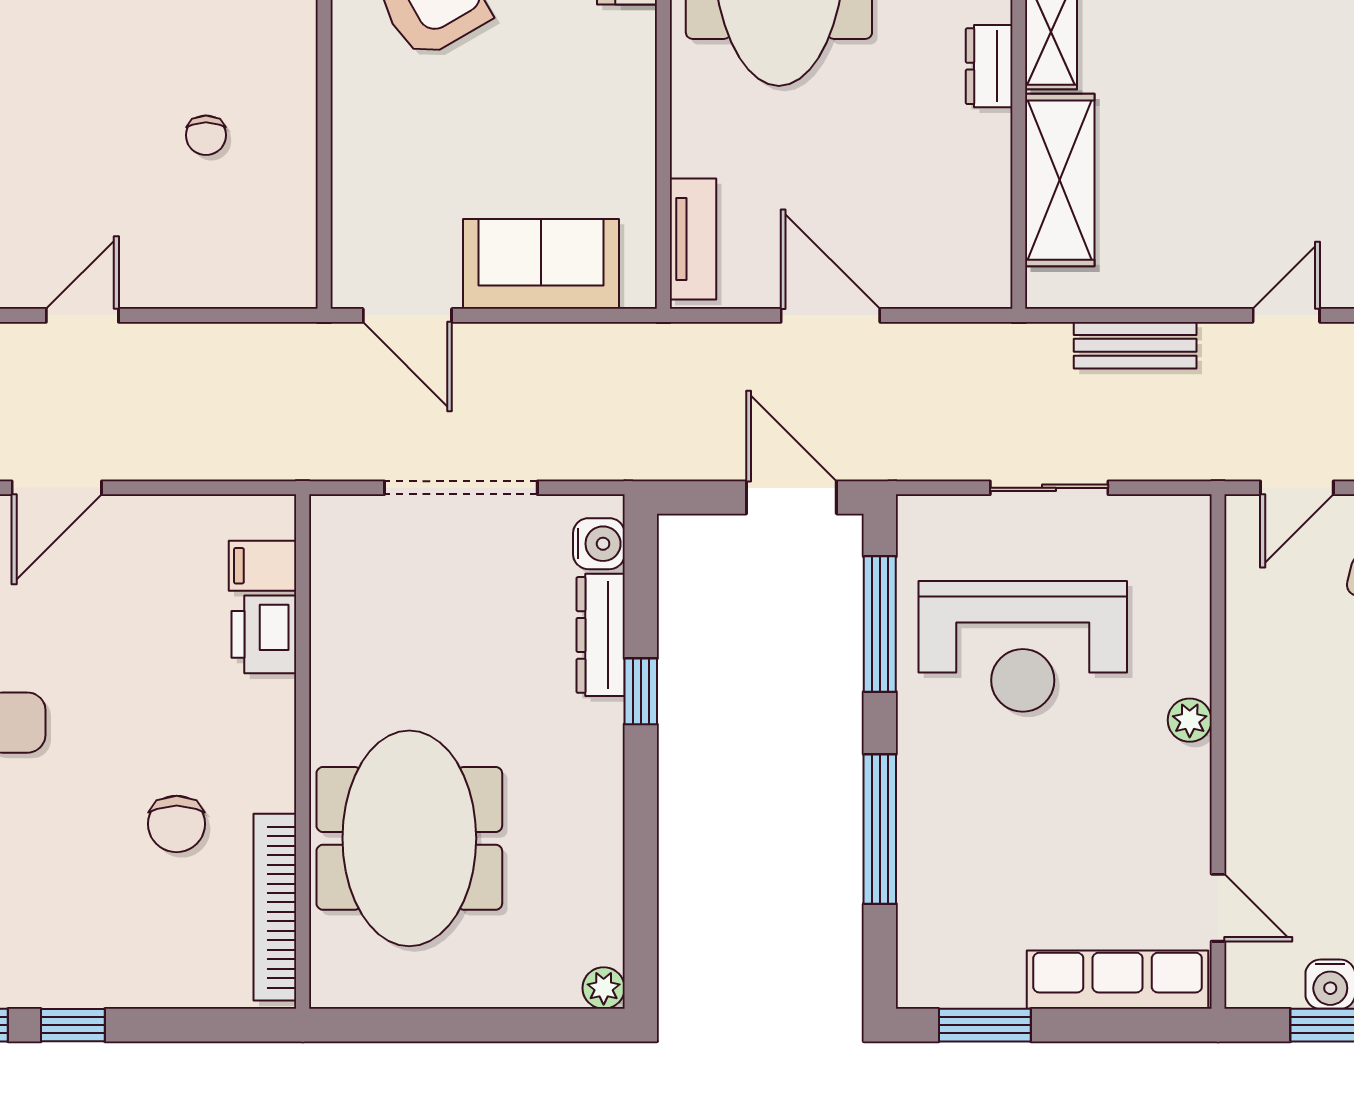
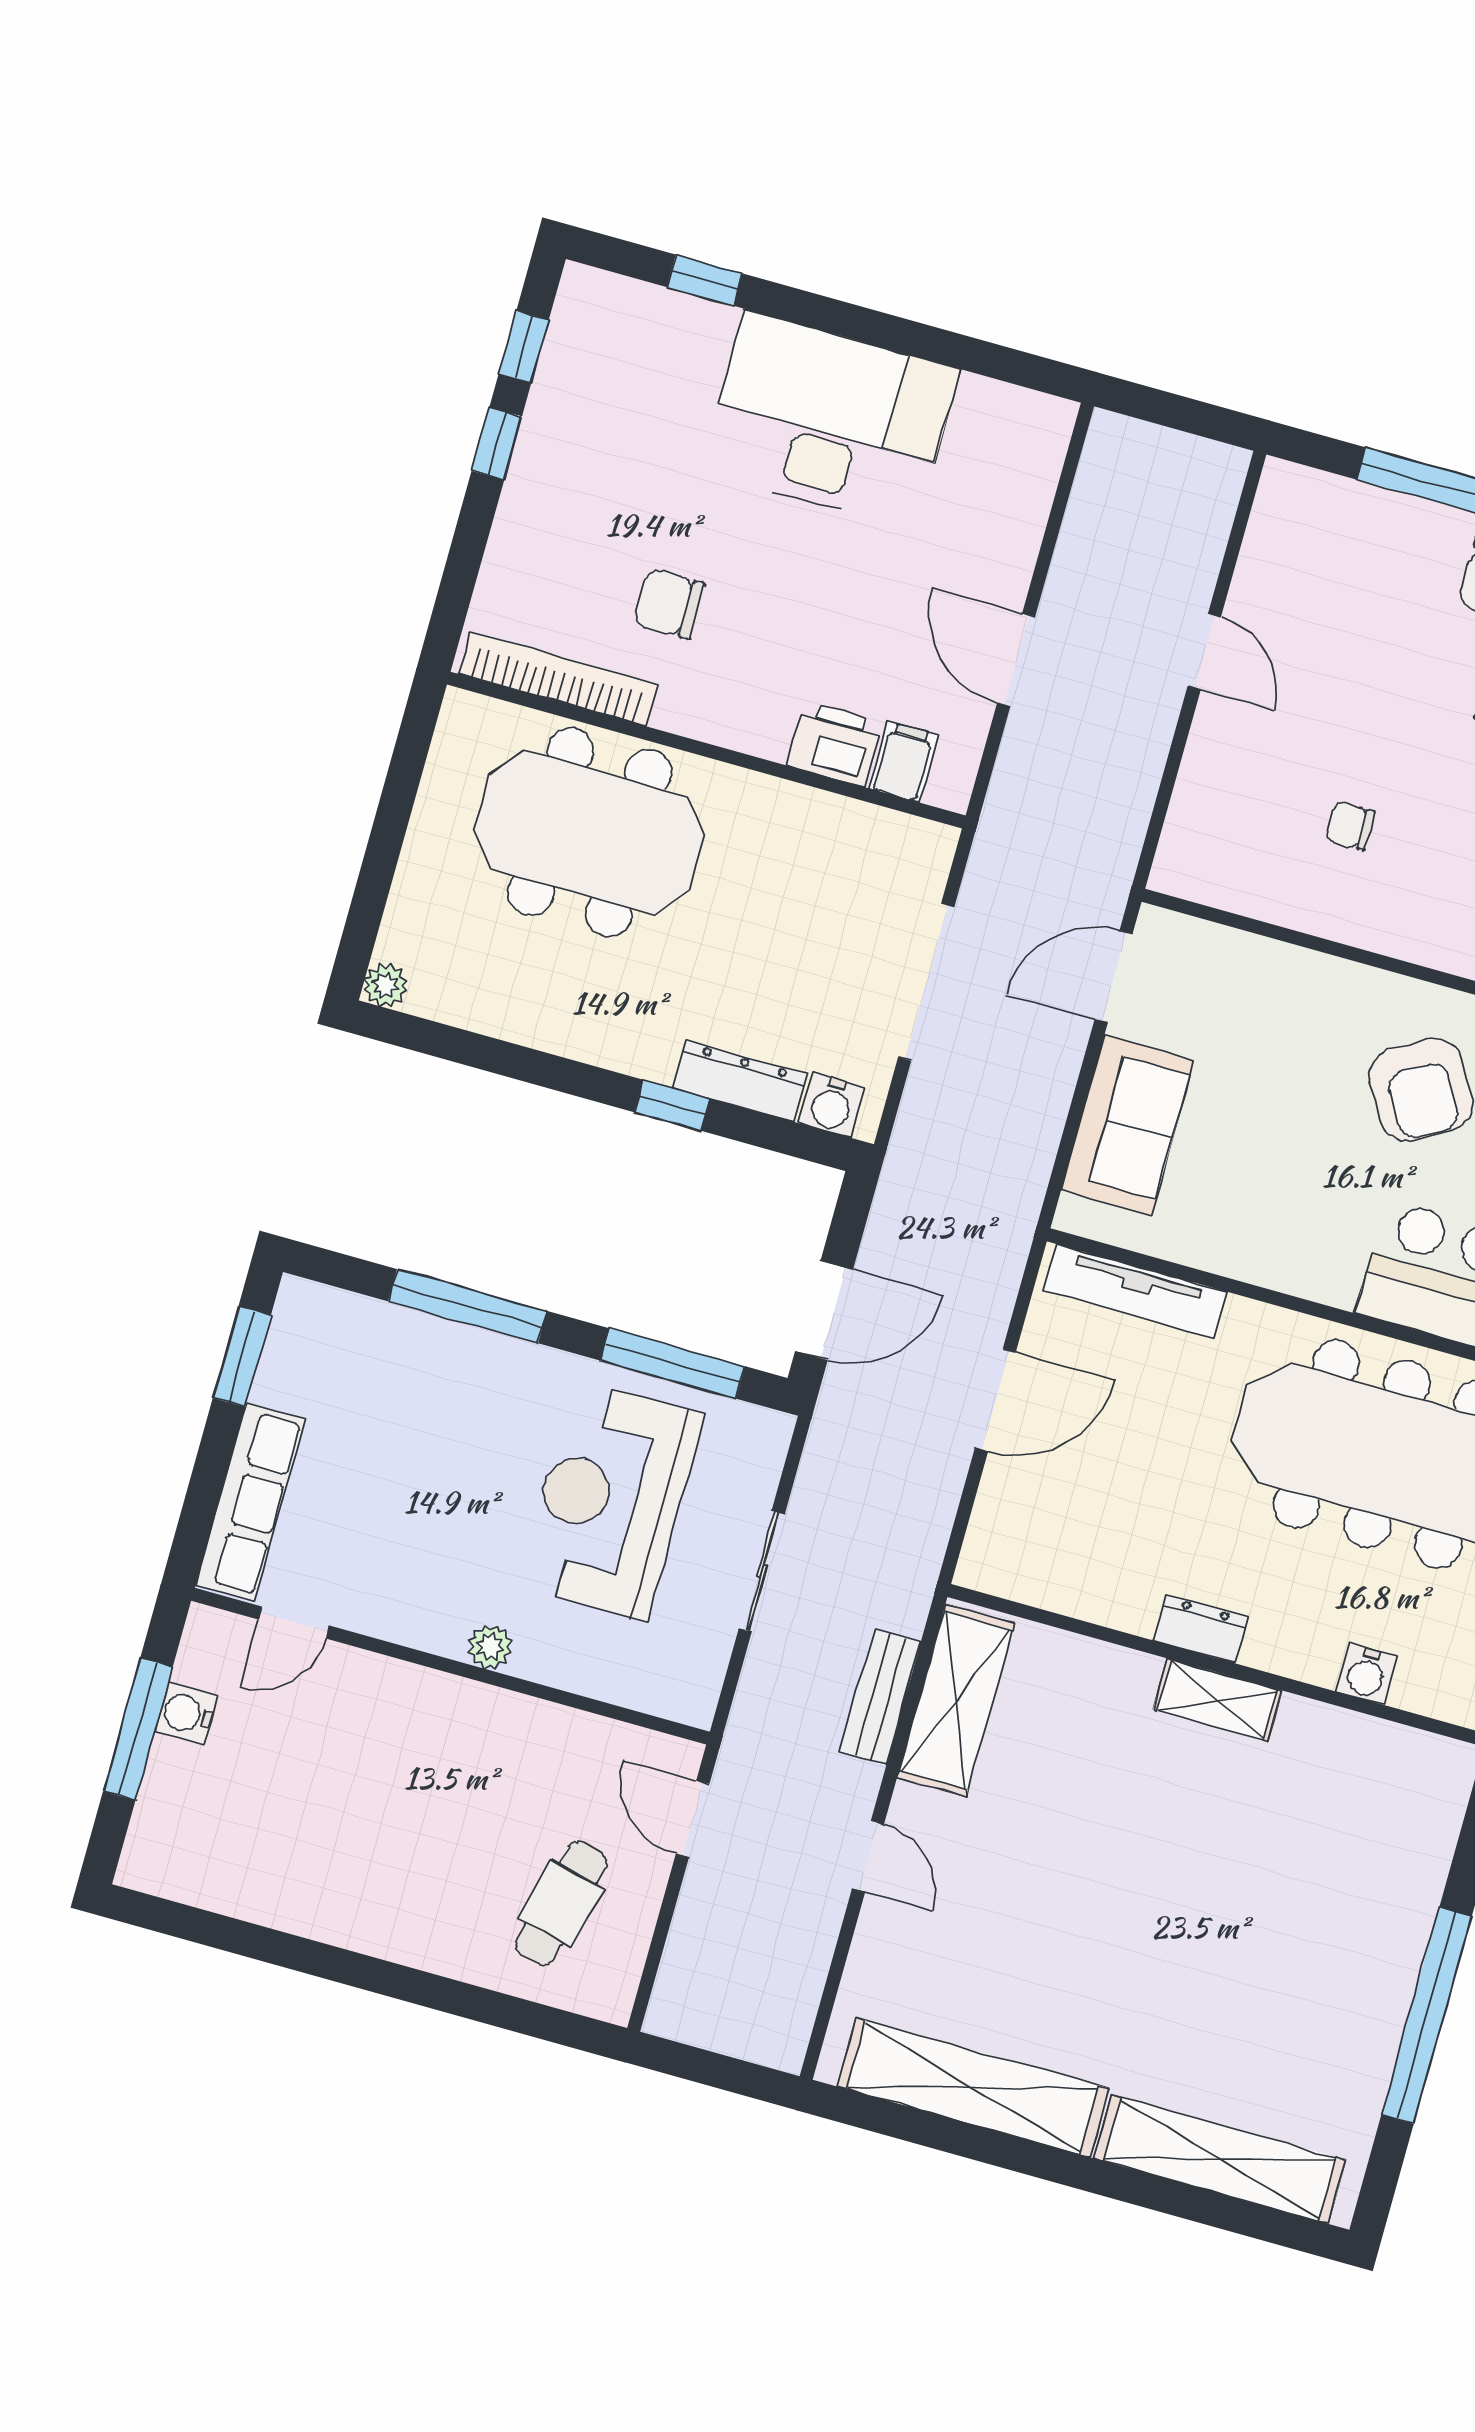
shelving: (1060, 180) -> (956, 1700), moved, turned 90
tv unit: (693, 239) -> (1135, 1291), width x1.41
door: (57, 488) -> (1016, 660), moved

